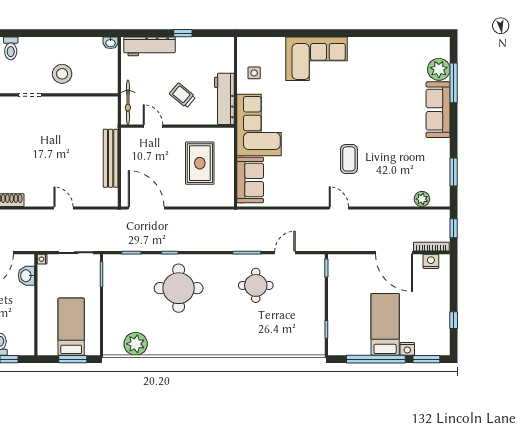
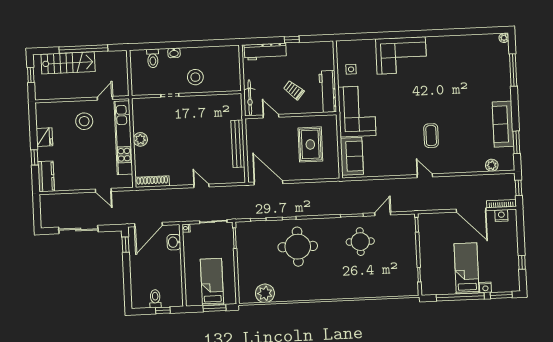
washbasin: (110, 43) -> (174, 53), moved
plant: (439, 69) -> (504, 38), moved, width x0.53, depth x0.53
sofa: (438, 110) -> (503, 124), moved

